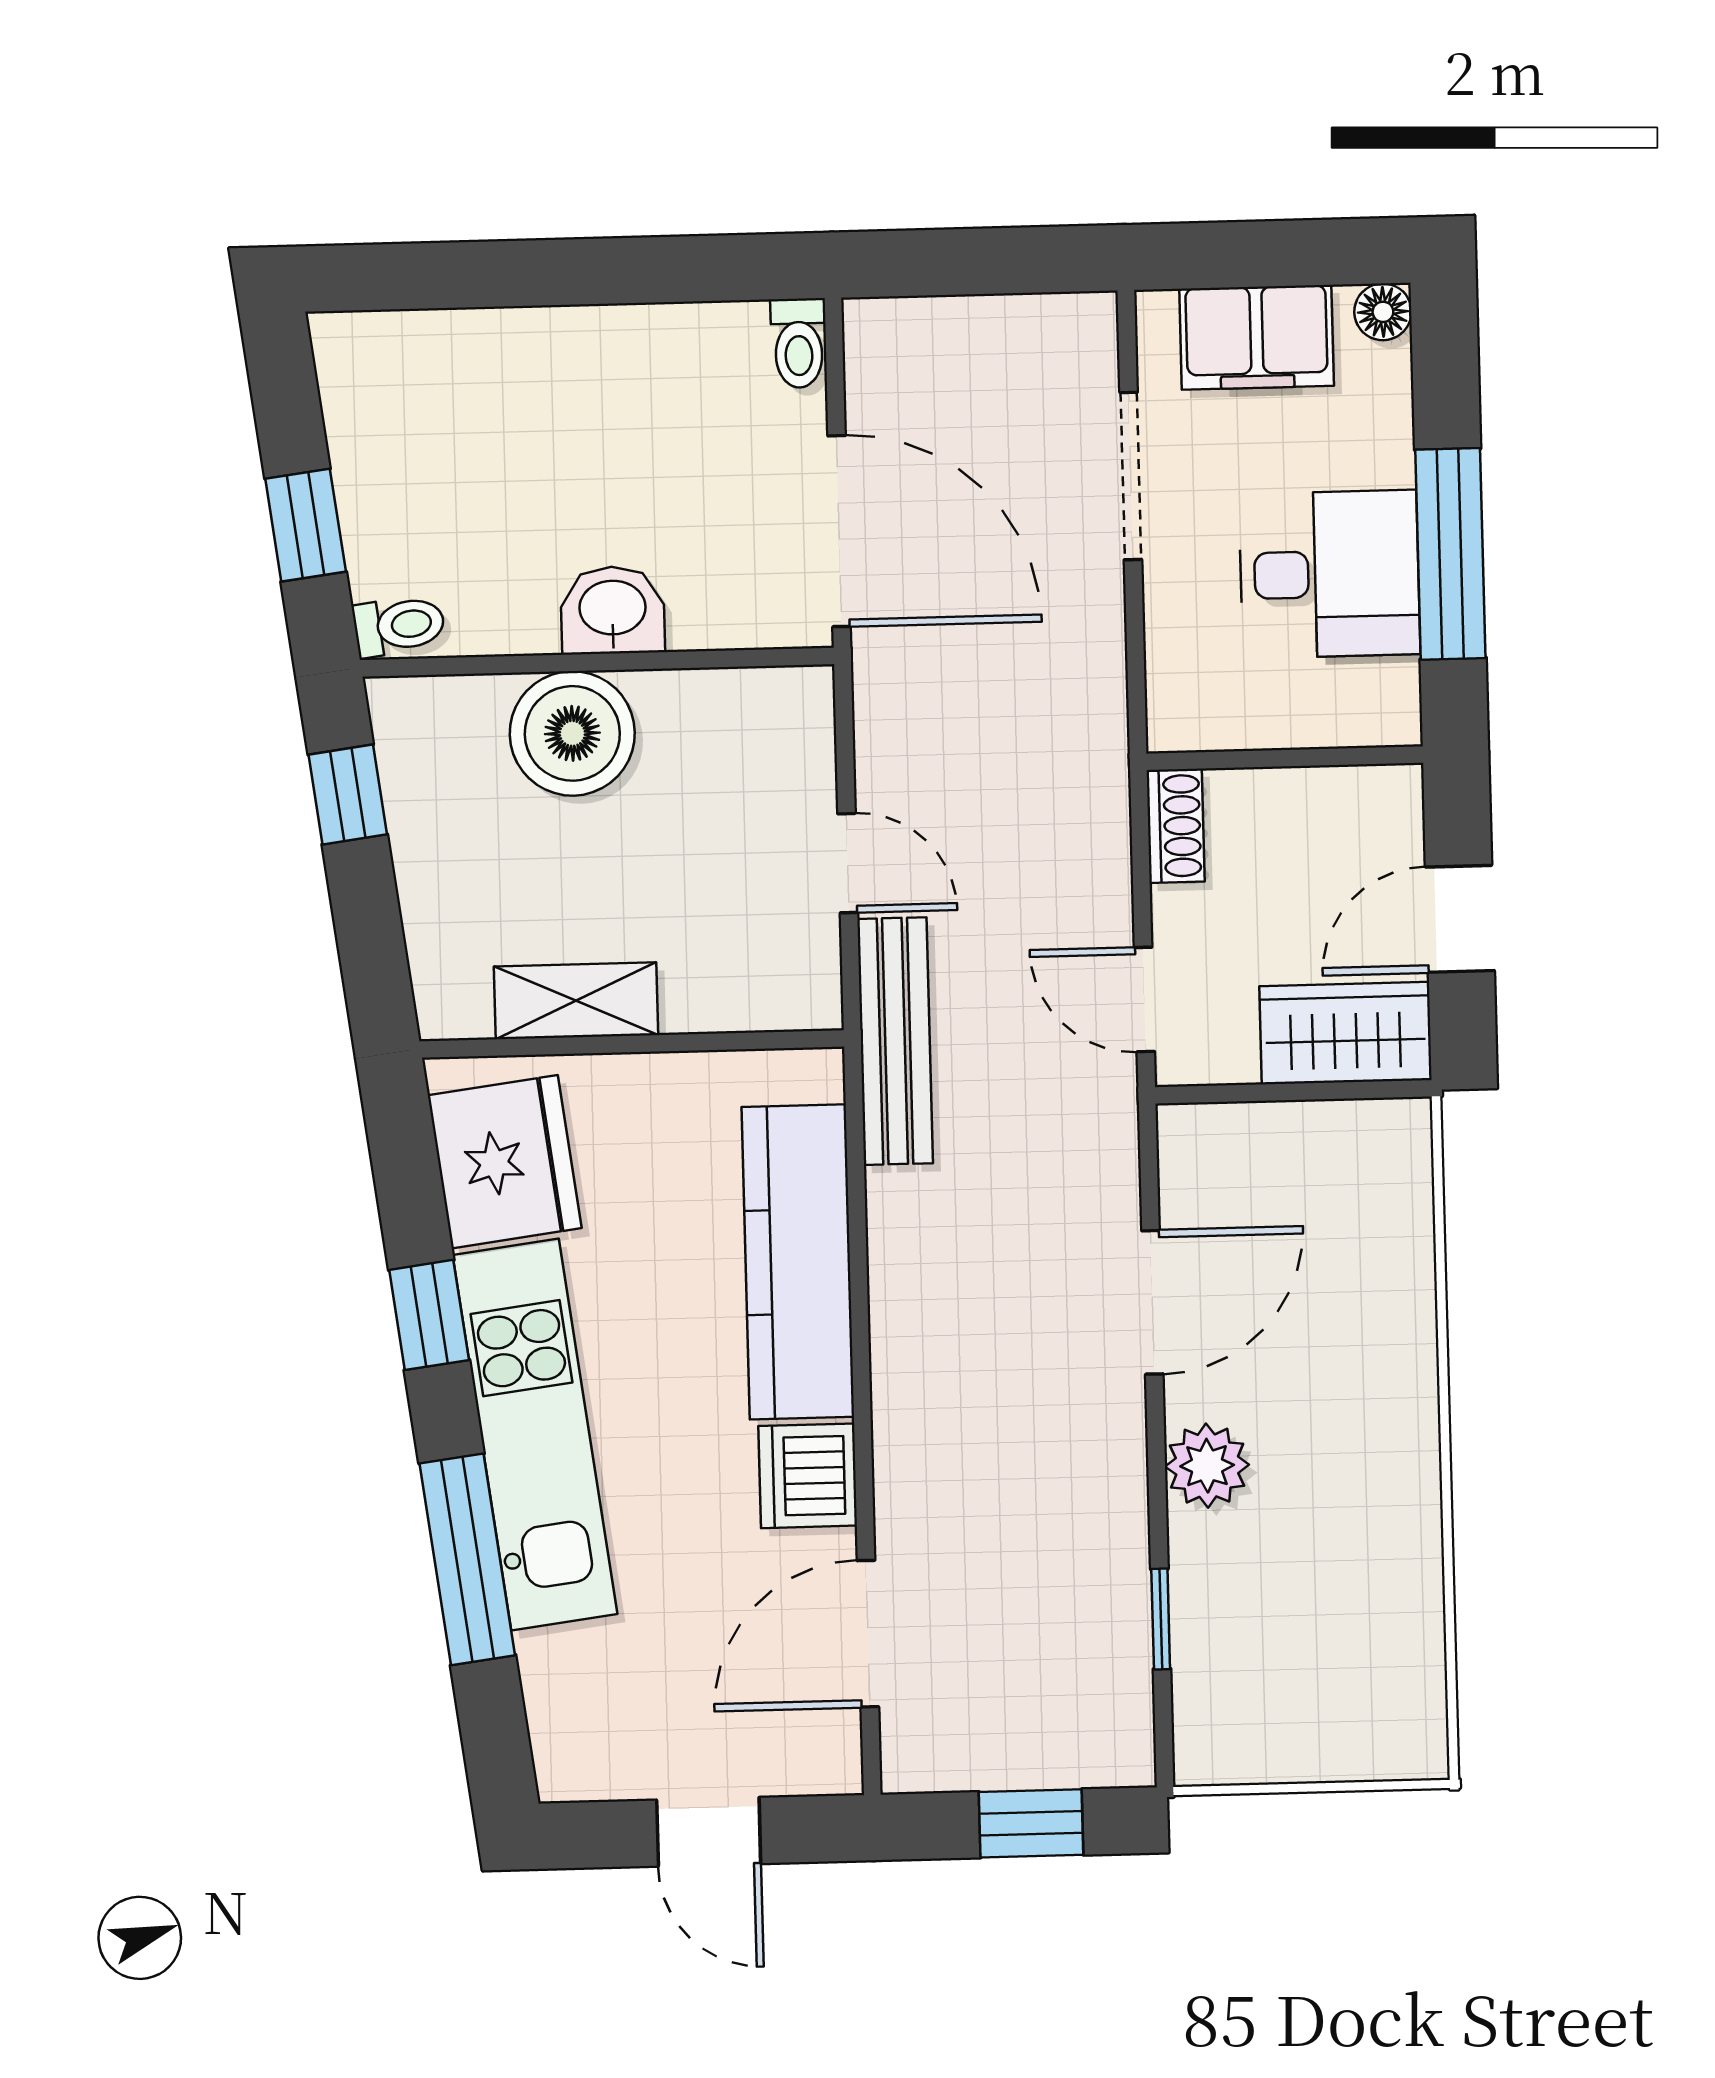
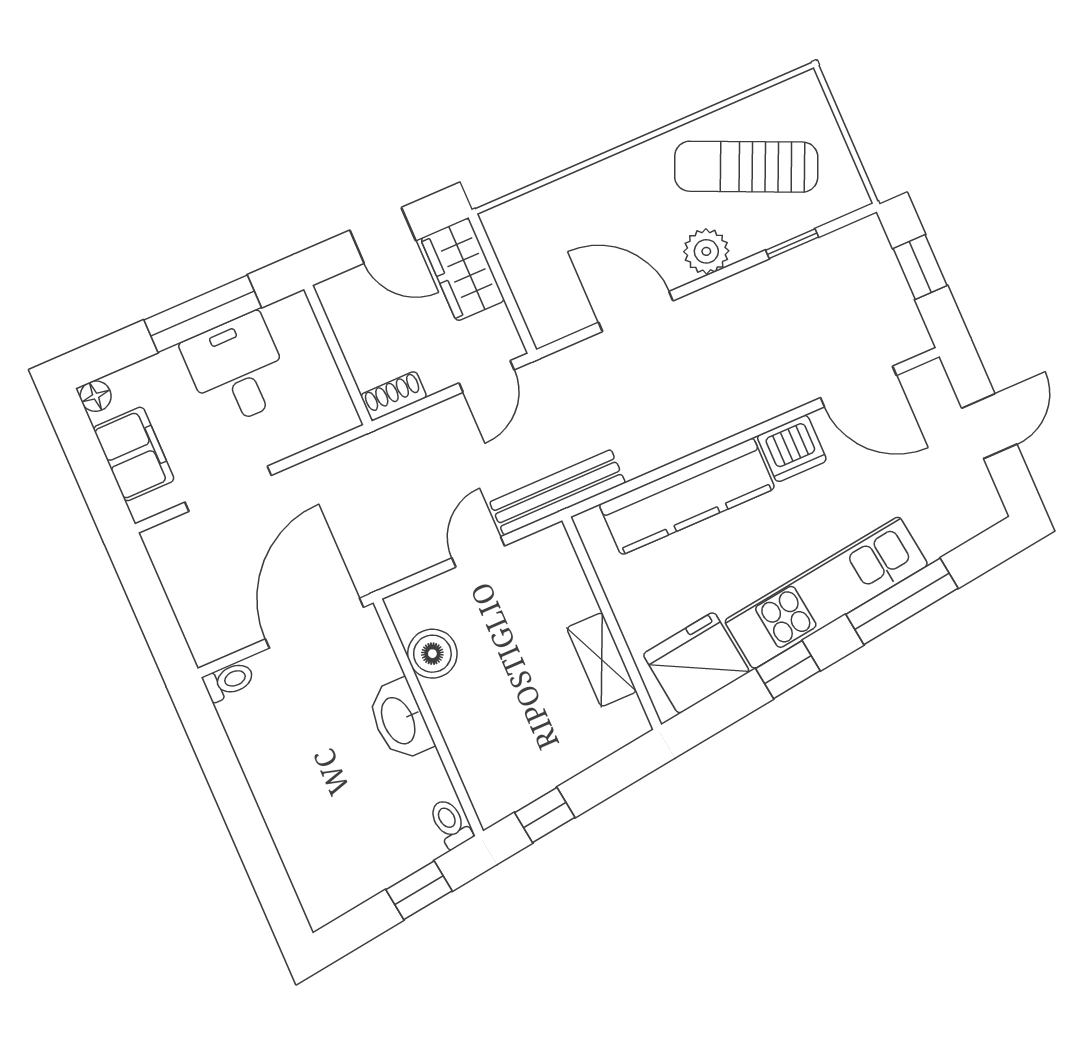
washbasin: (613, 610) -> (399, 720), width x1.38
boiler: (572, 733) -> (432, 654), moved, width x0.73, depth x0.73
sun lounger: (1325, 1593) -> (746, 167), added

